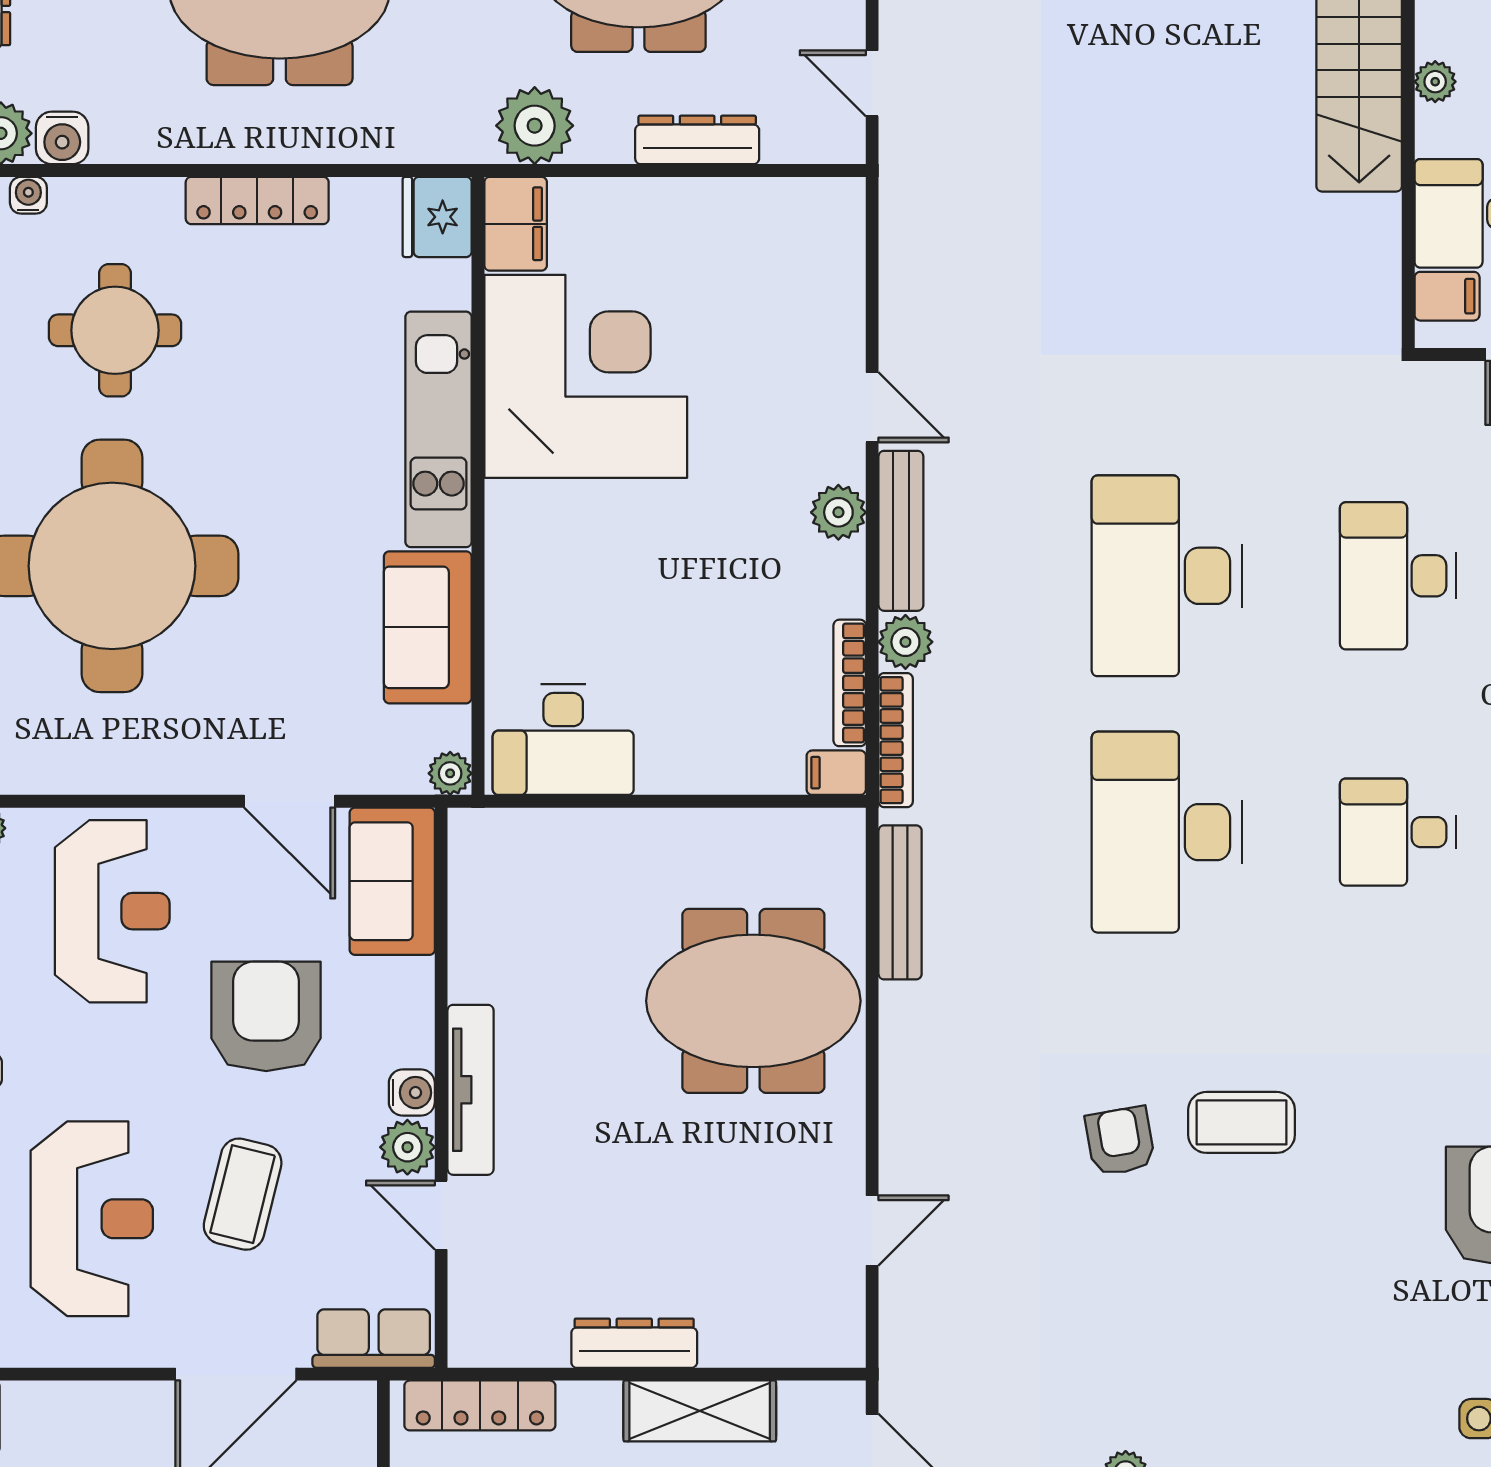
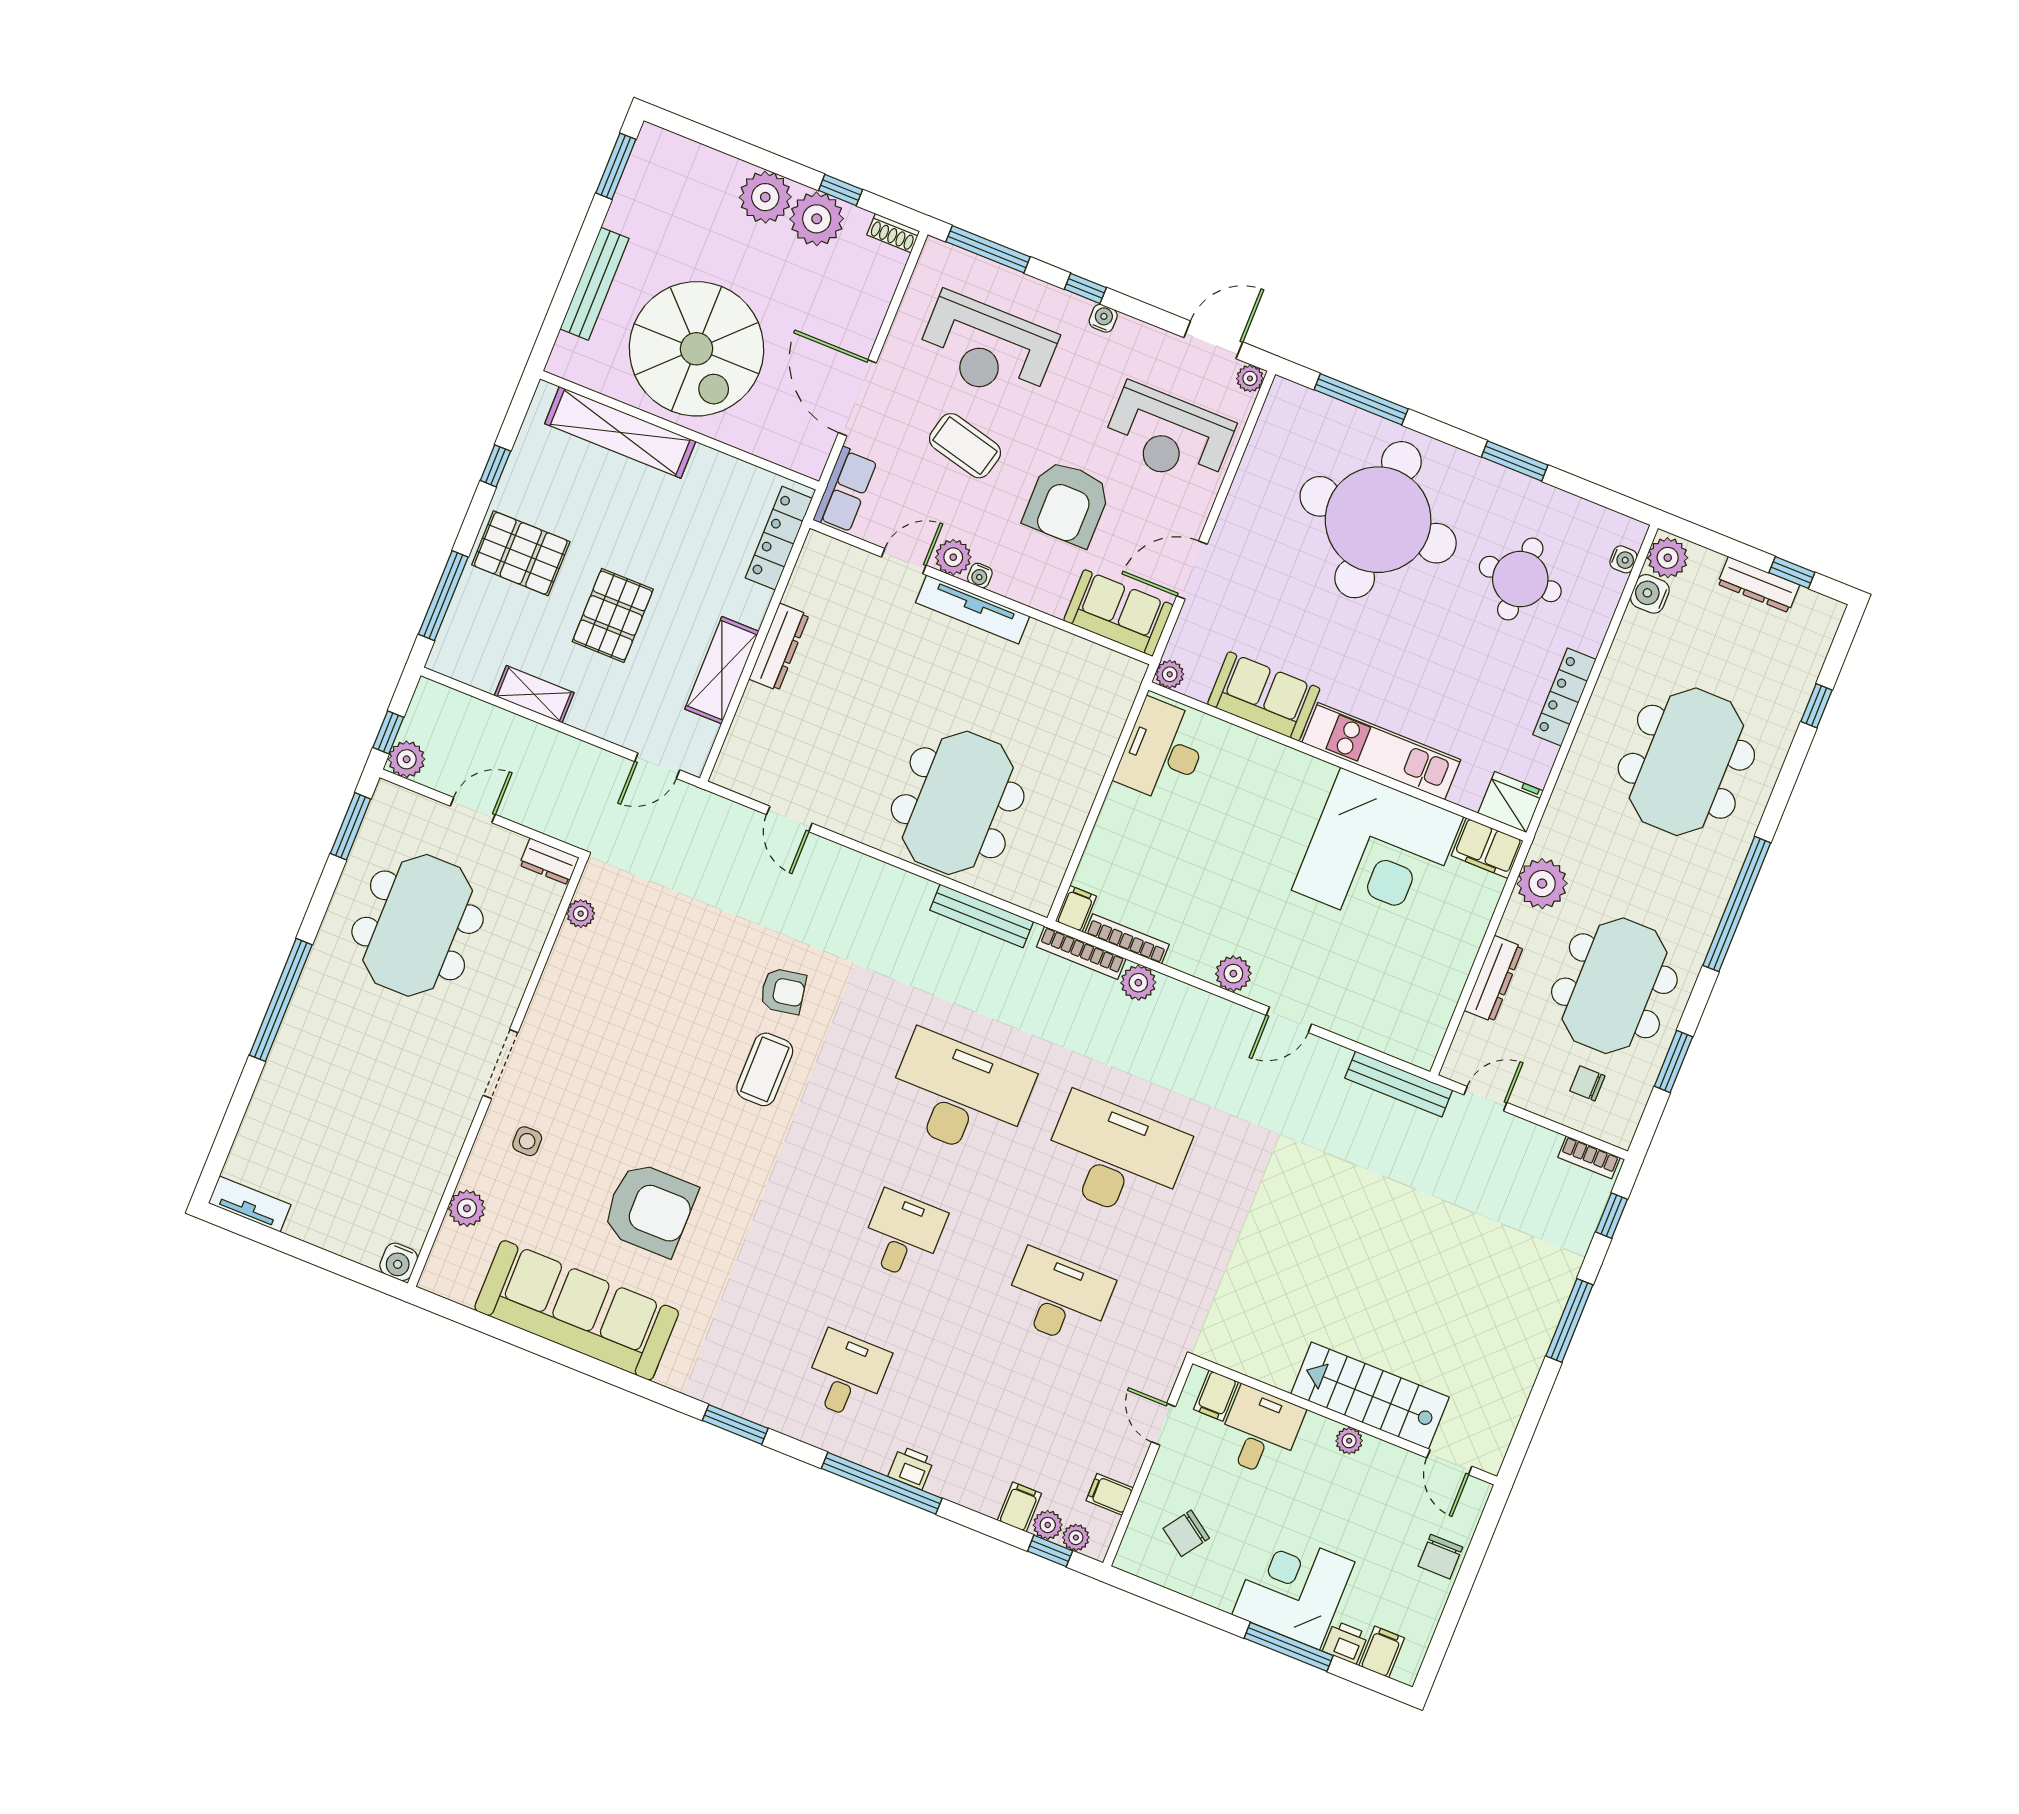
bench: (901, 531) -> (1399, 1084), moved
armchair: (266, 1016) -> (1067, 503), turned 90
water cooler: (412, 1093) -> (980, 575), width x0.72, depth x0.72

